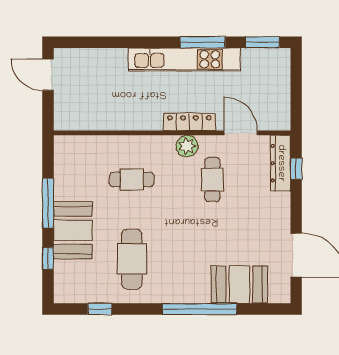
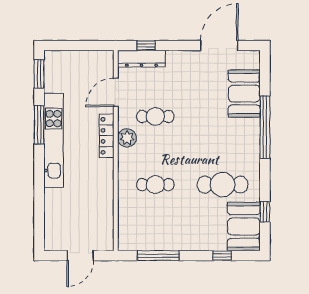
door: (48, 75) -> (80, 256), moved
cafe table: (132, 180) -> (155, 185), turned 90
window: (48, 203) -> (158, 256), moved
booth: (73, 230) -> (244, 226), moved, turned 90

